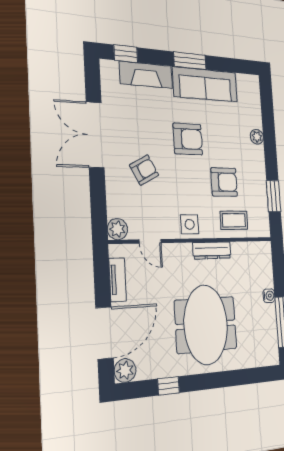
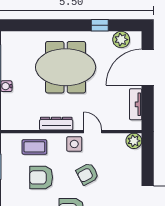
armchair: (144, 170) -> (87, 174), moved
door: (150, 241) -> (93, 132), moved
meeting table: (206, 325) -> (66, 67), turned 90
plant: (125, 371) -> (121, 40), moved

